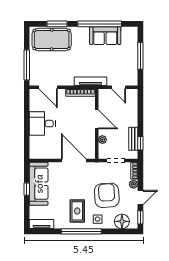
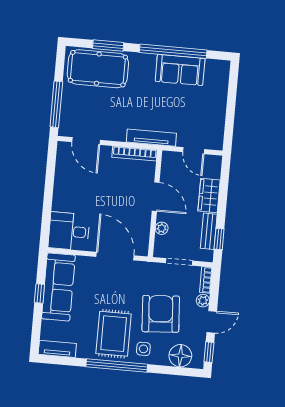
window: (140, 56) -> (231, 106), removed
wardrobe: (131, 116) -> (209, 195), added
desk: (42, 124) -> (69, 231), moved
rug: (77, 211) -> (114, 334), width x1.36, depth x1.43

